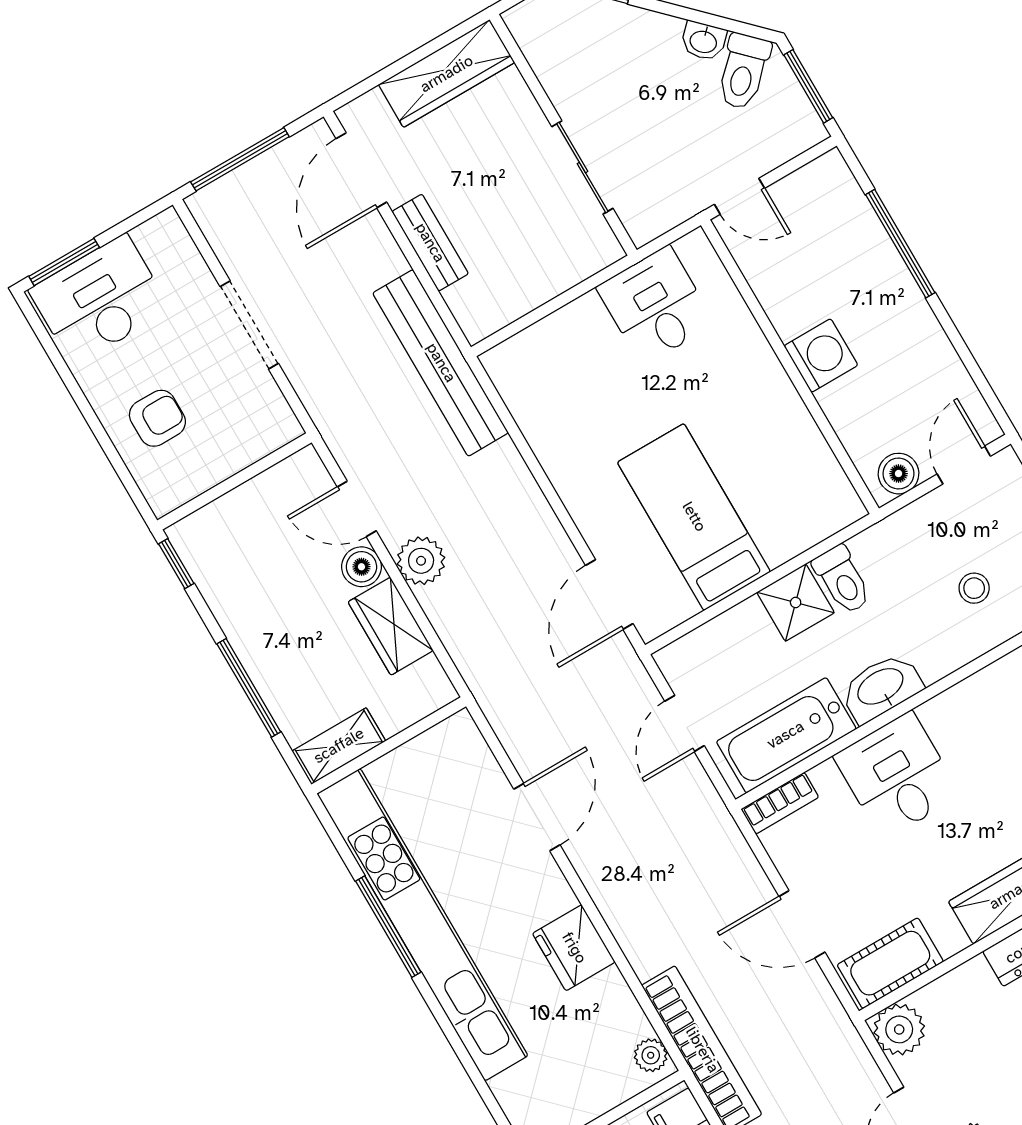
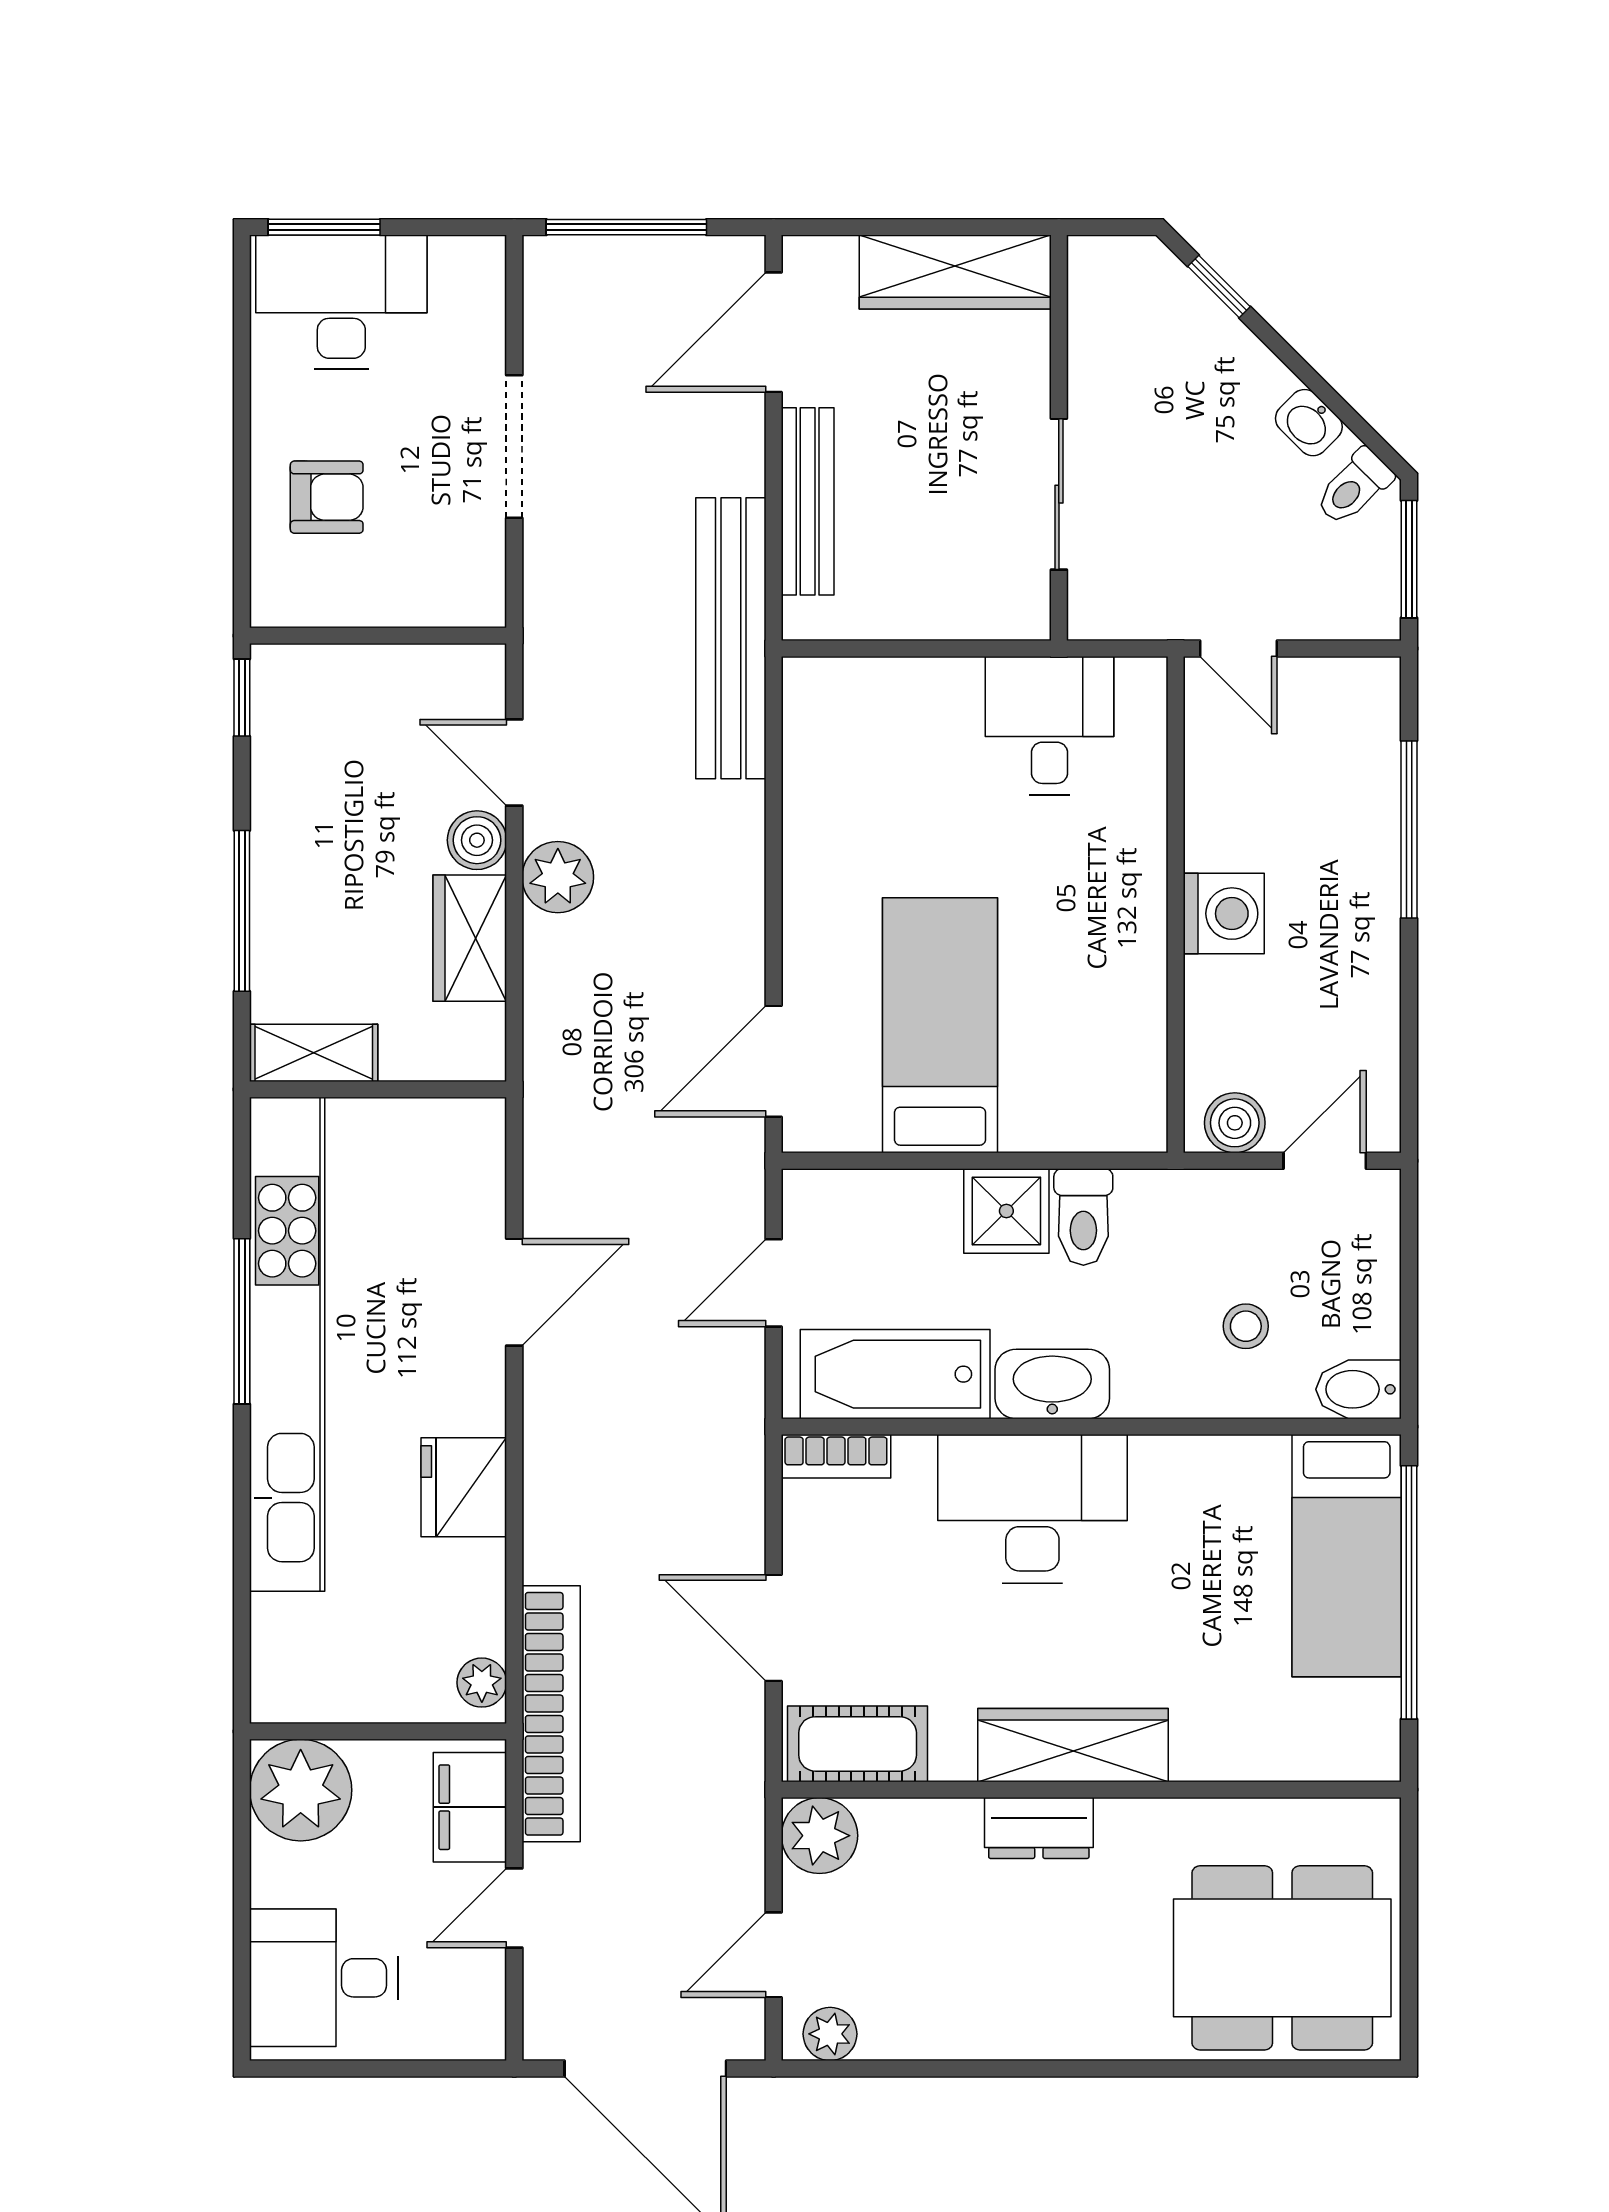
toilet: (743, 71) -> (1354, 487), width x0.73, depth x0.72
bench: (430, 243) -> (808, 501), width x1.36
desk: (897, 776) -> (1032, 1509), width x1.37

